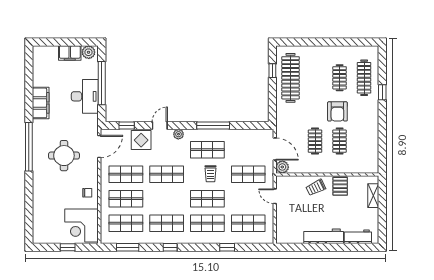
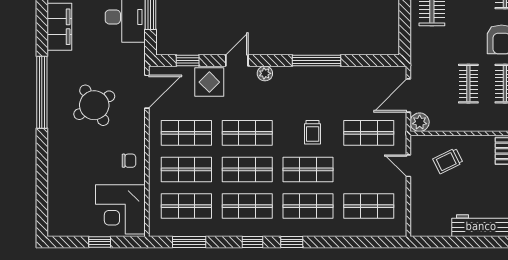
door: (275, 149) -> (408, 95), swing flipped
shop shelf: (207, 150) -> (247, 169), moved
round table: (64, 156) -> (94, 105), turned -31
trolley: (316, 187) -> (448, 161), moved
window: (227, 247) -> (292, 242), moved

